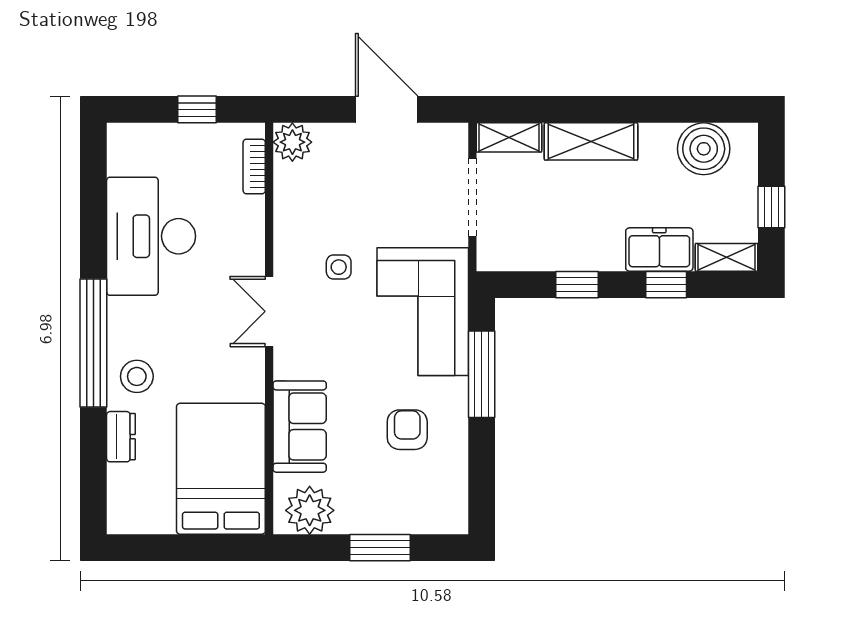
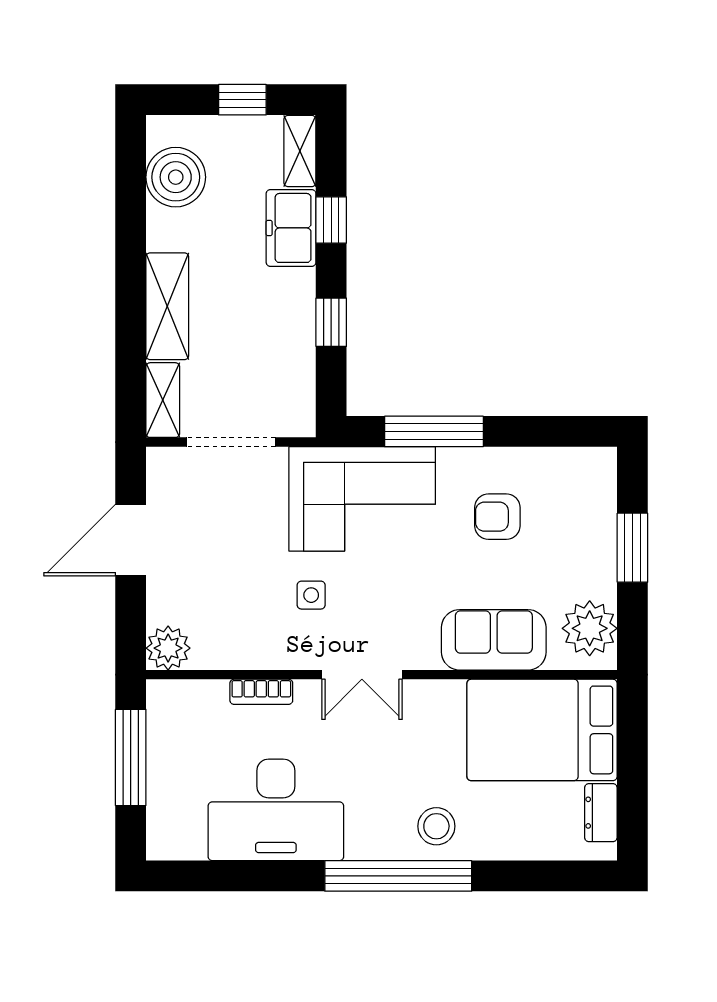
window: (197, 109) -> (131, 757), width x2.17
bookcase: (254, 166) -> (261, 692), moved
dresser: (121, 437) -> (601, 813), moved, turned -90

